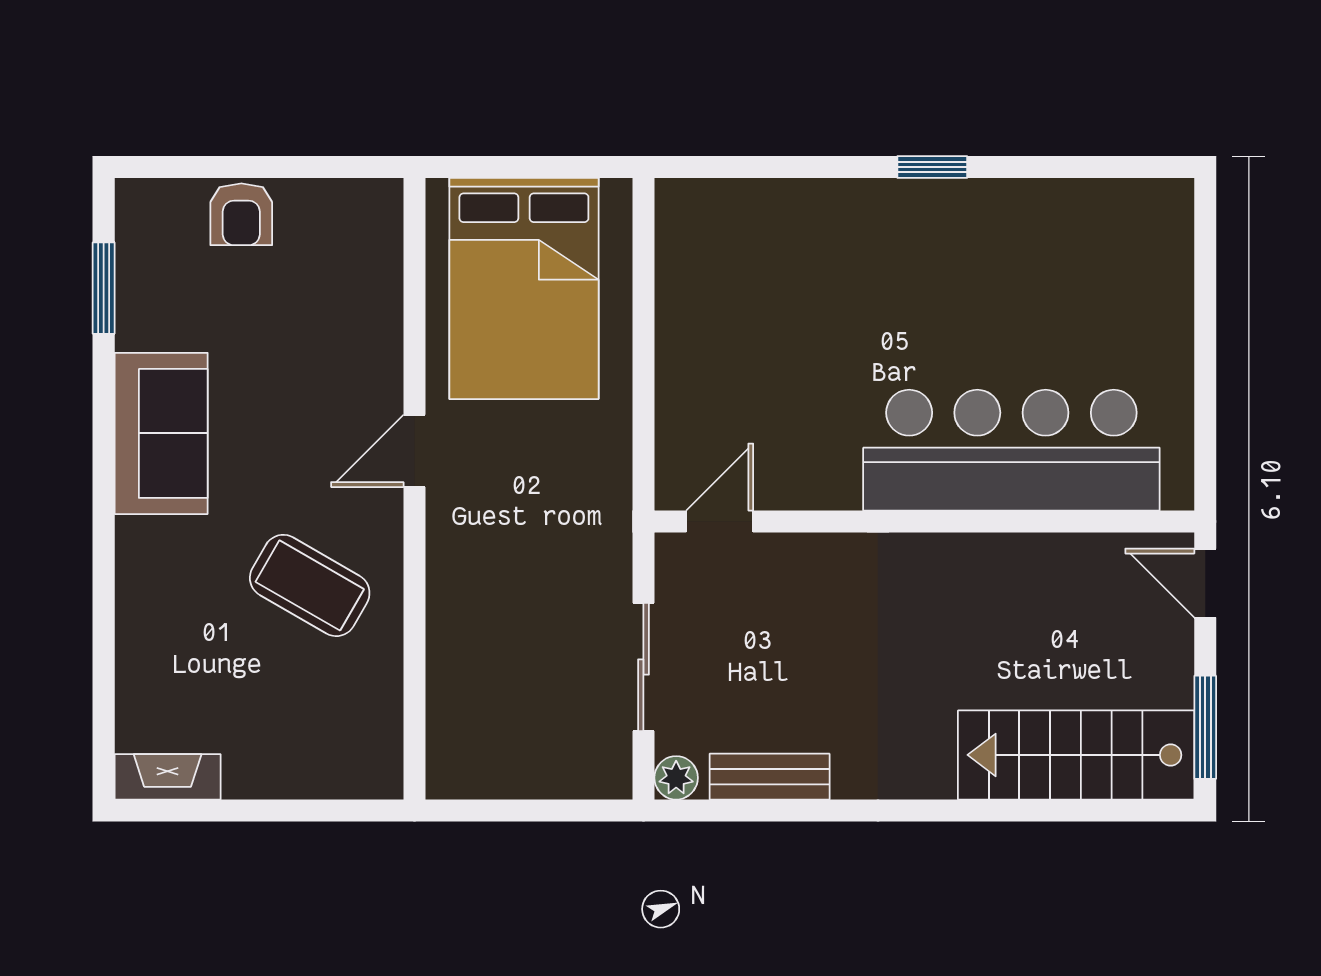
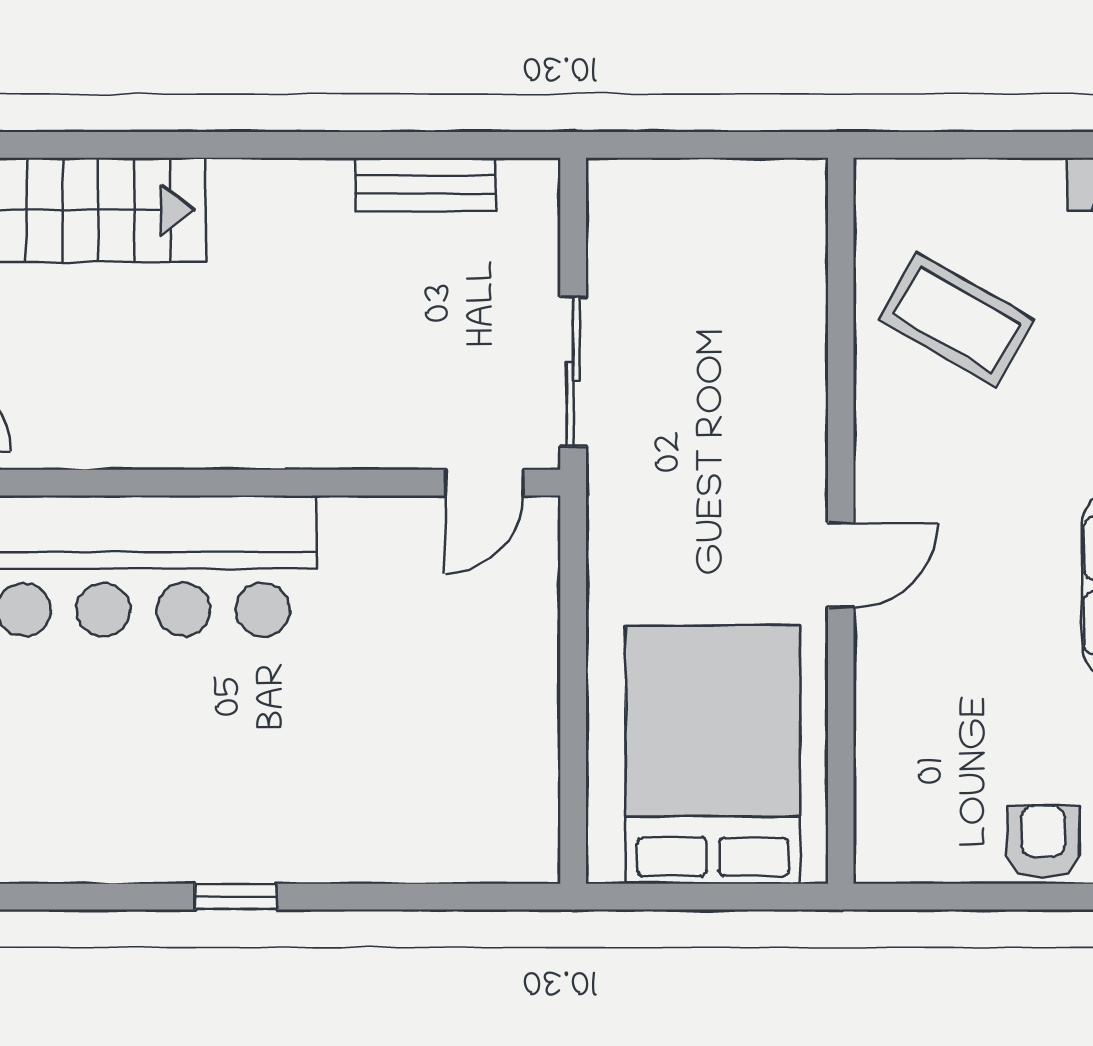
coffee table: (310, 585) -> (956, 319), moved
sliding door: (643, 667) -> (573, 371), moved
plant: (676, 778) -> (535, 183), removed

